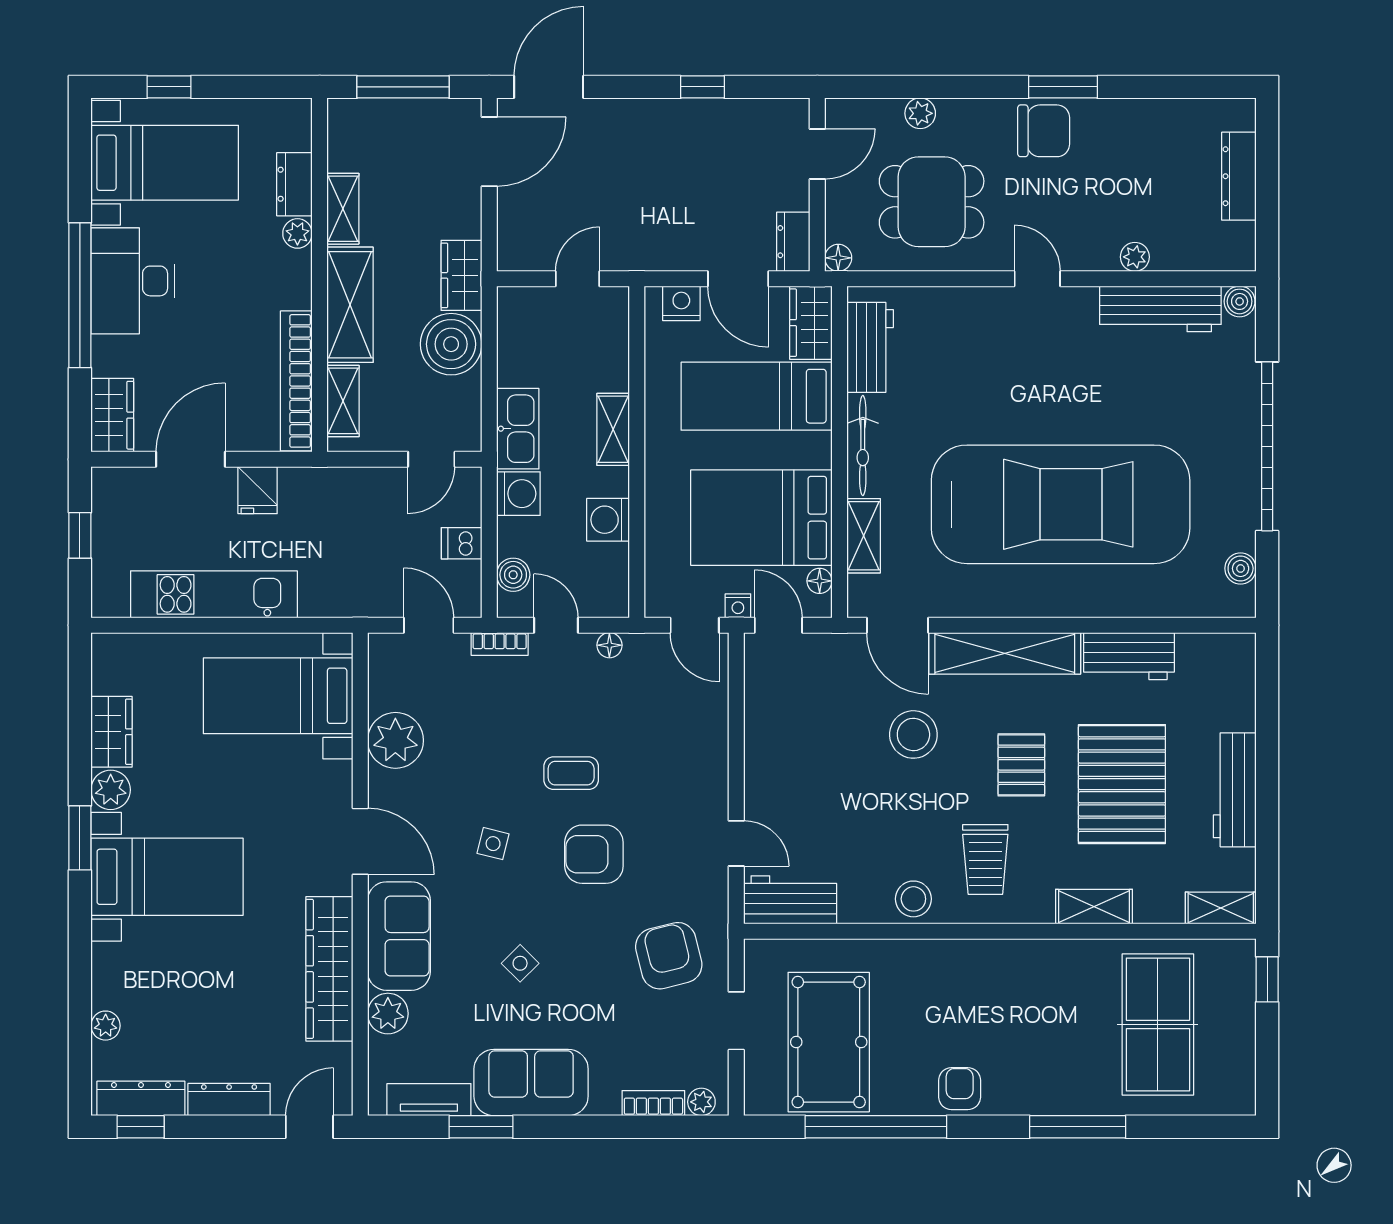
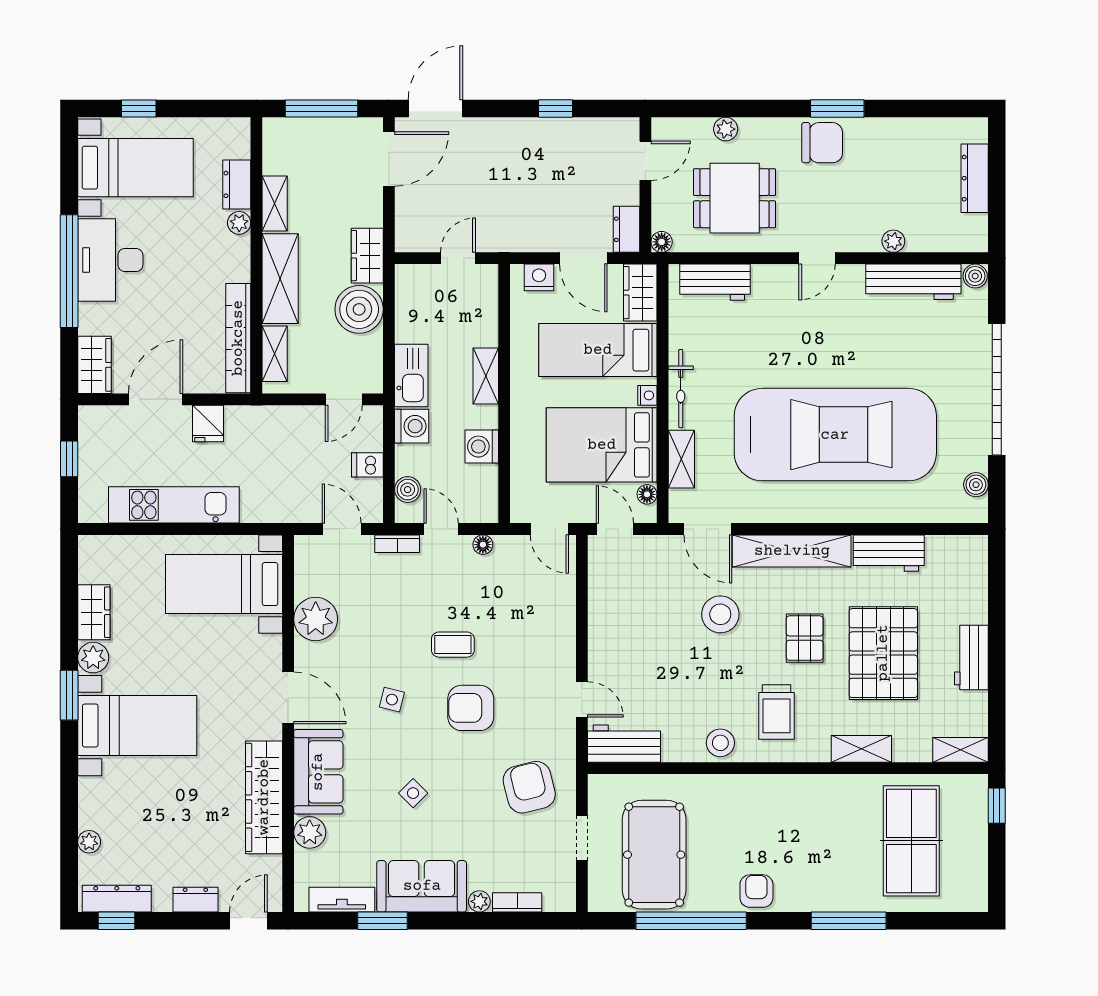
door: (1037, 279) -> (817, 258), swing flipped
workbench: (870, 347) -> (715, 282), moved, turned 90
nightstand: (738, 606) -> (647, 395), moved, turned -90
workbench: (1235, 790) -> (971, 658), width x0.73
dresser: (229, 1100) -> (195, 900), width x0.70
plant: (701, 1102) -> (479, 901), moved

